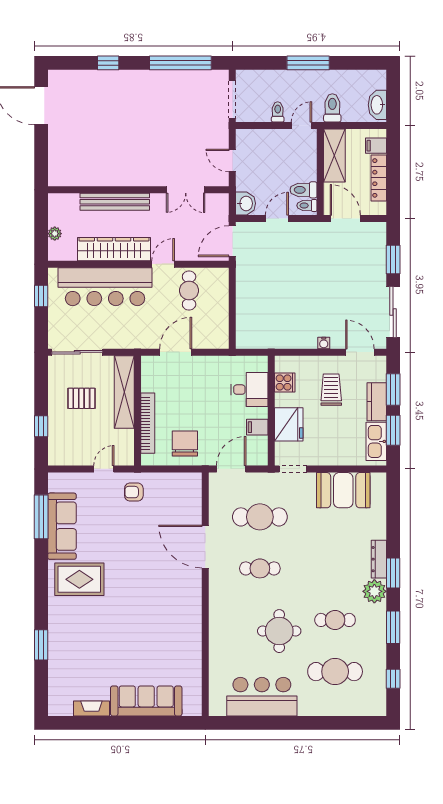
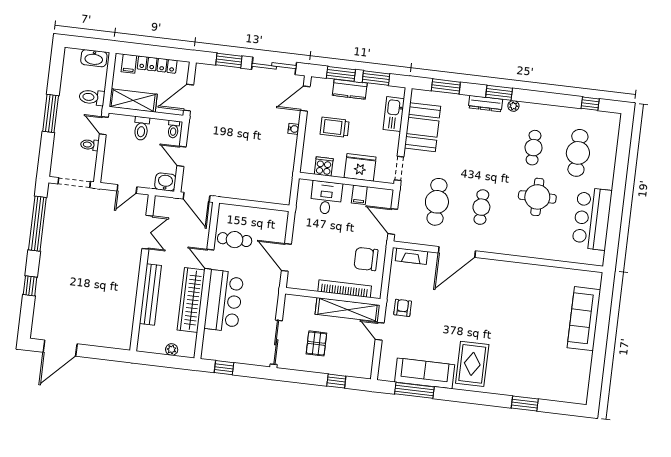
toilet: (304, 190) -> (141, 128), moved
bar counter: (105, 287) -> (224, 301), width x0.73
shelving: (124, 392) -> (347, 310), moved
kitchen sink: (376, 441) -> (394, 114), moved, turned 90
armchair: (134, 492) -> (403, 308), turned 180
plant: (374, 591) -> (513, 106), width x0.53, depth x0.53
window: (393, 627) -> (446, 86), moved
fireplace: (91, 708) -> (412, 256), moved, turned -90

